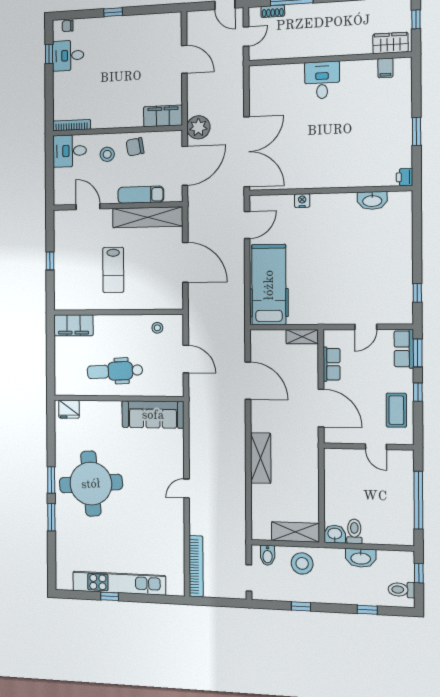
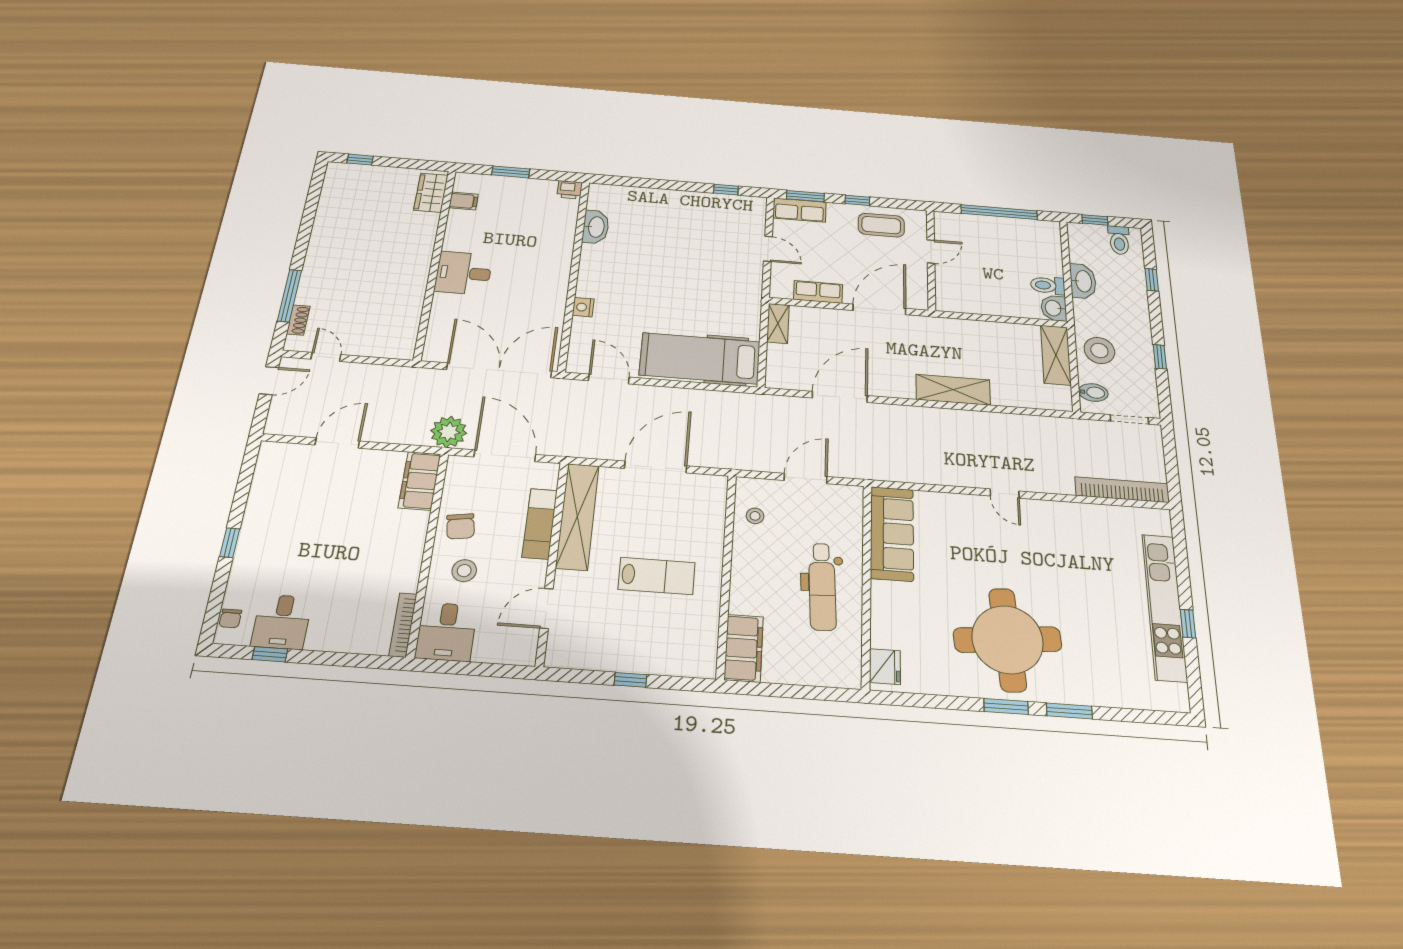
wardrobe: (390, 43) -> (431, 193), moved
wall: (329, 59) -> (435, 263), moved
filing cabinet: (385, 68) -> (463, 201), moved
desk: (322, 80) -> (463, 273), moved

